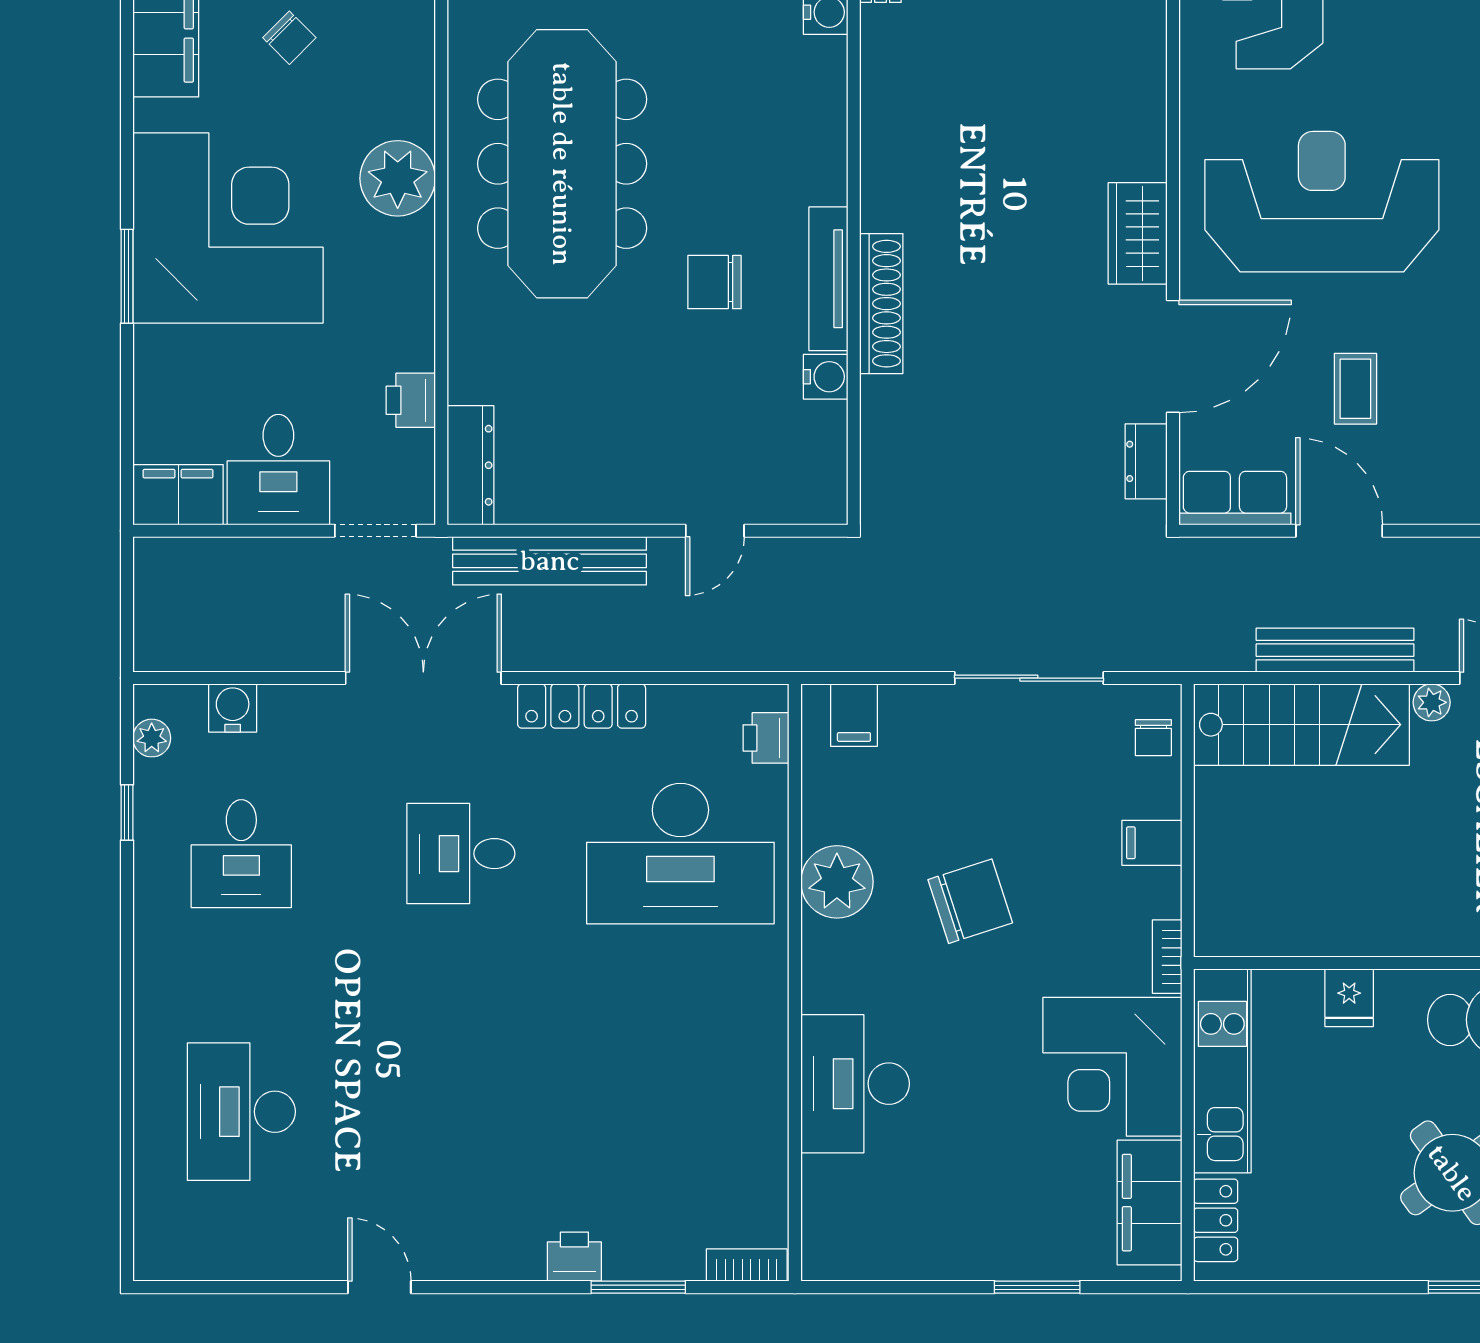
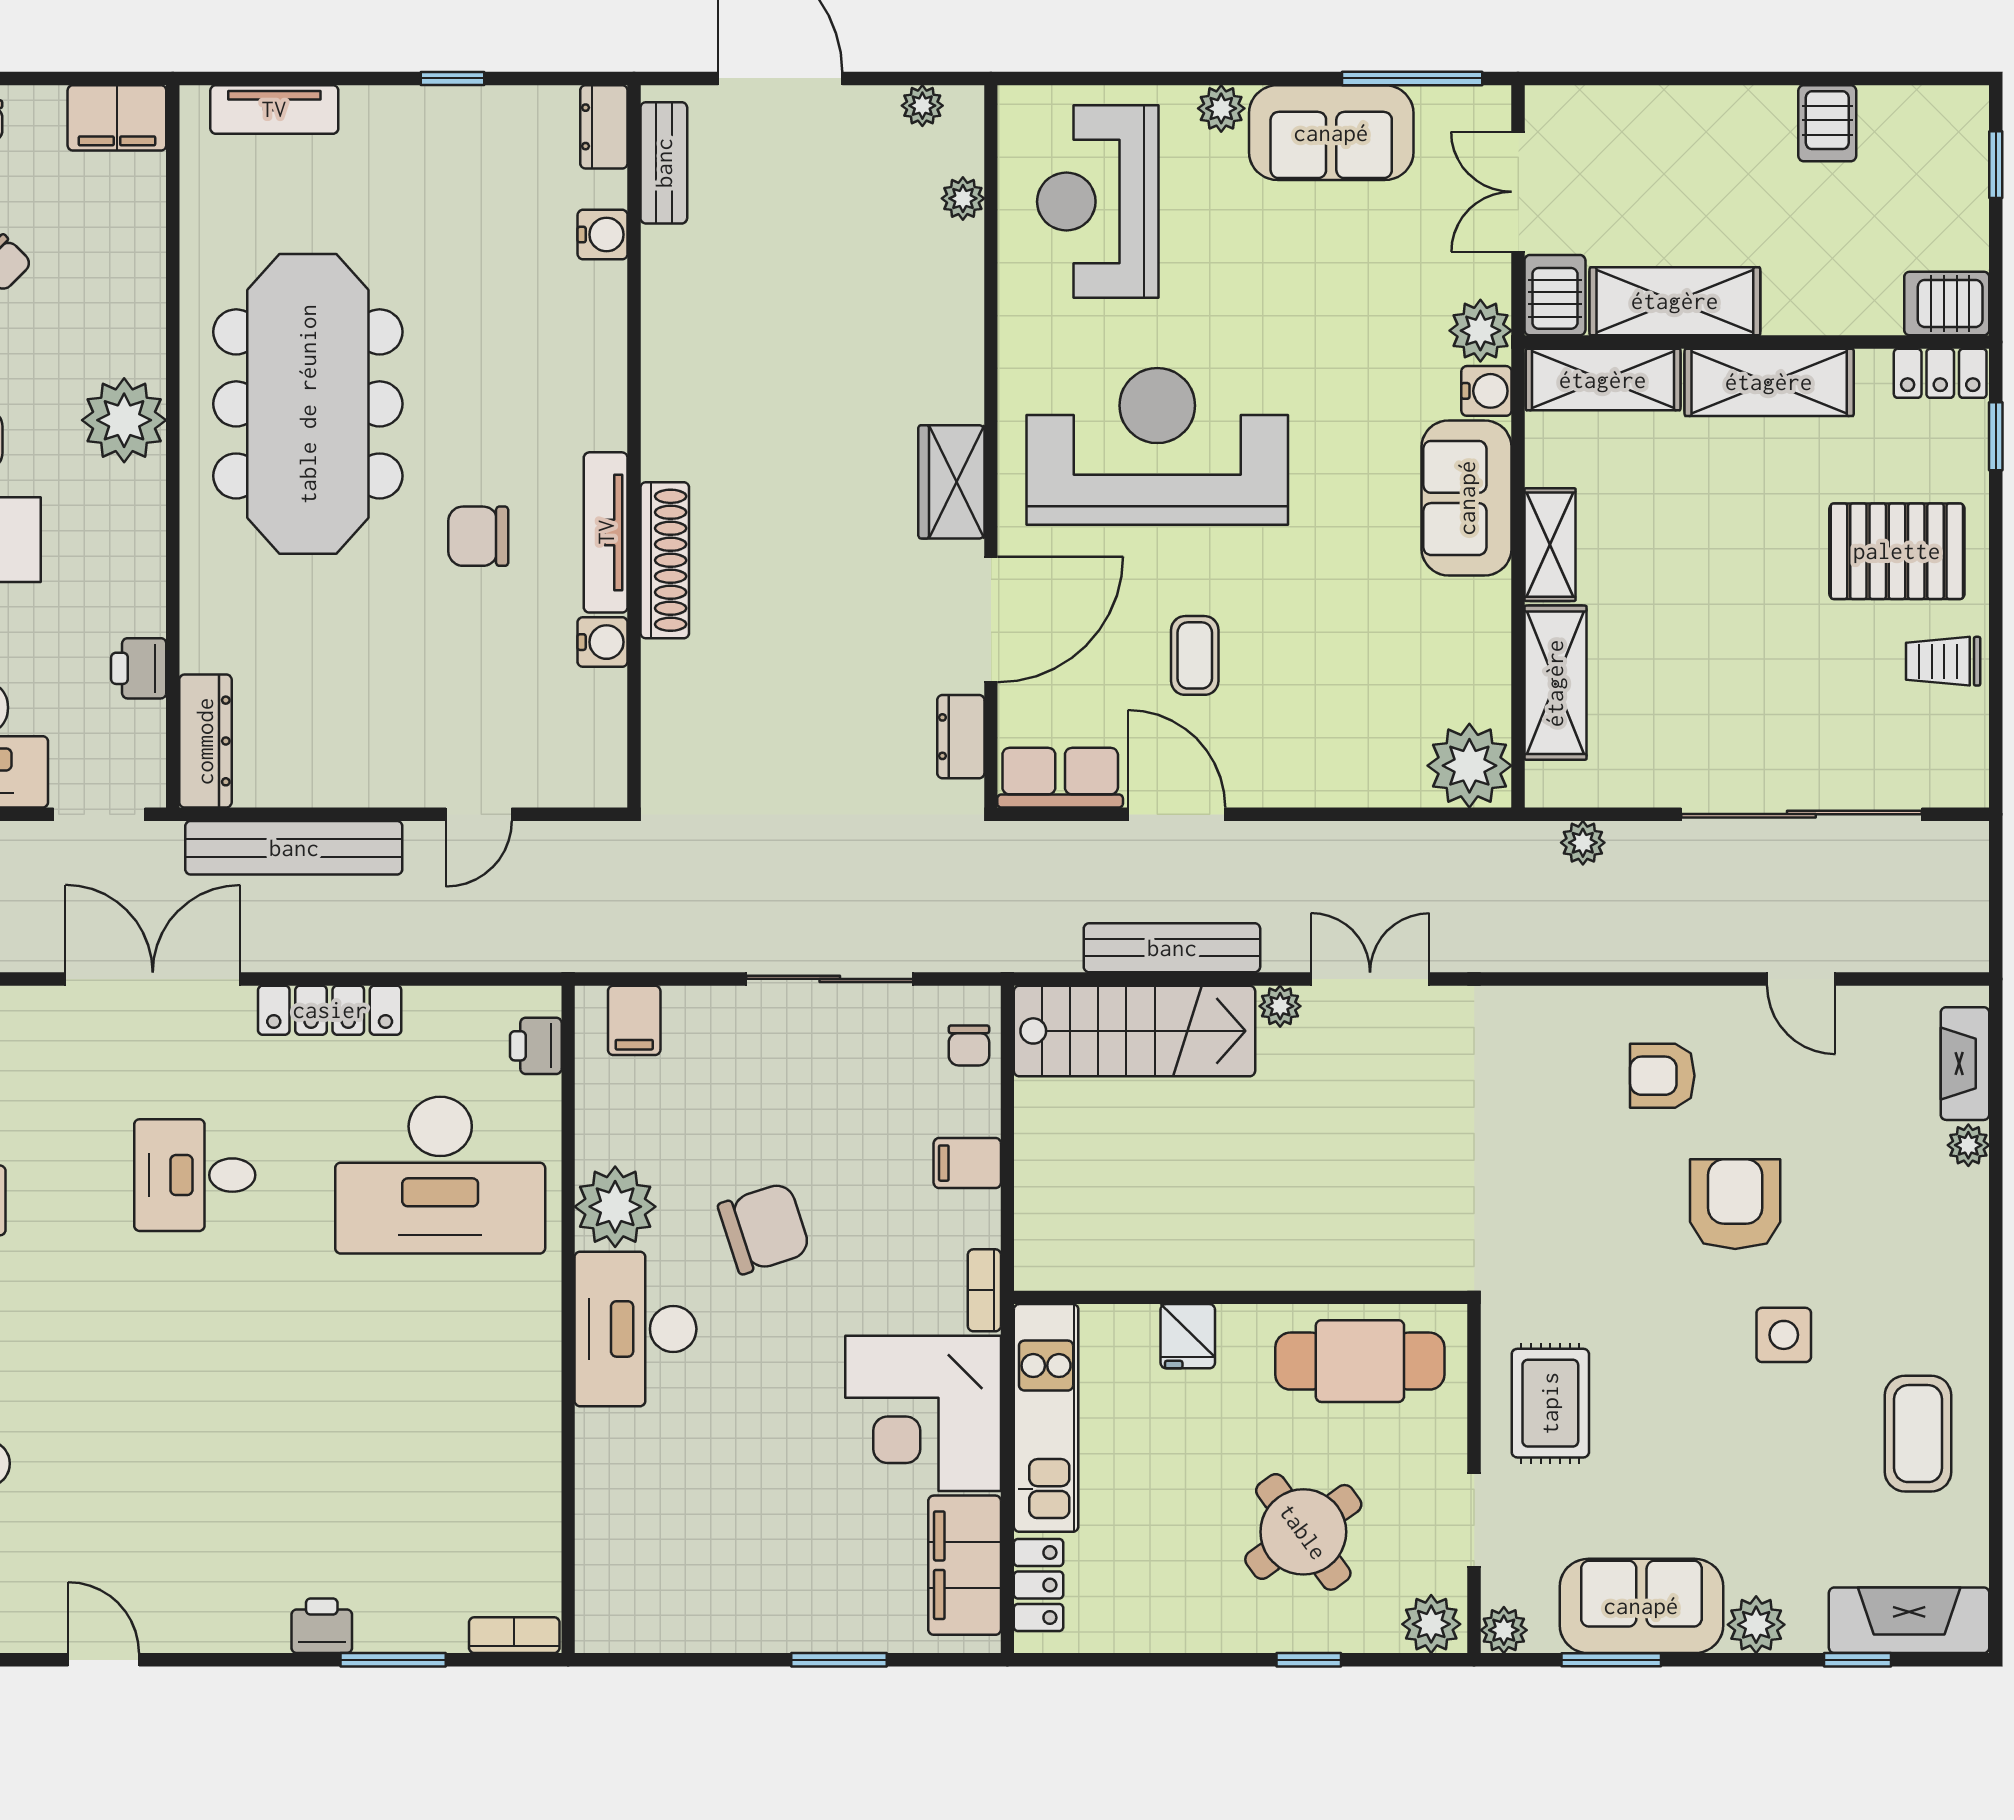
desk: (855, 1084) -> (635, 1329), moved

